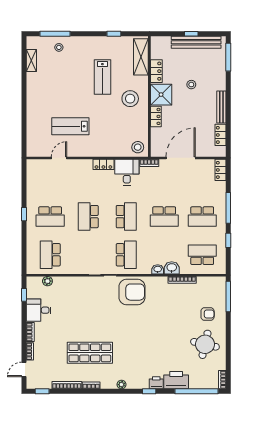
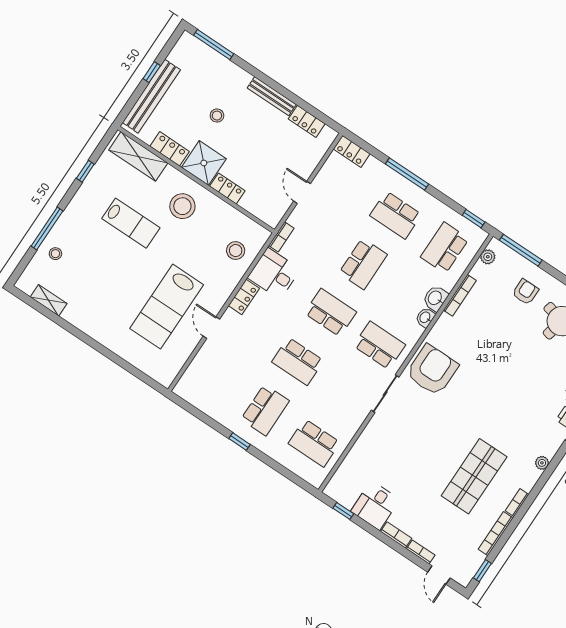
window: (55, 34) -> (47, 228), moved
bench: (196, 42) -> (151, 96), moved
lab bench: (70, 126) -> (167, 307), width x1.36, depth x1.39
stool: (138, 147) -> (236, 251), moved
door: (59, 158) -> (211, 328), moved
door: (181, 158) -> (302, 192), width x0.53
school desk: (202, 217) -> (396, 215), turned 90
window: (228, 240) -> (474, 219), moved
plant: (47, 281) -> (488, 257), moved

